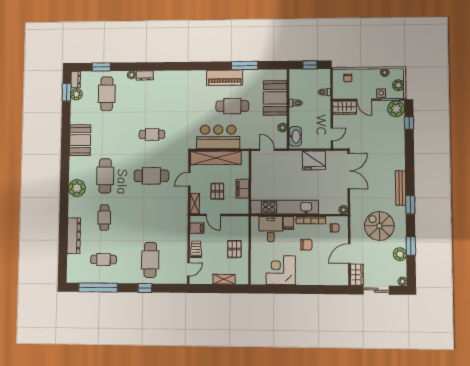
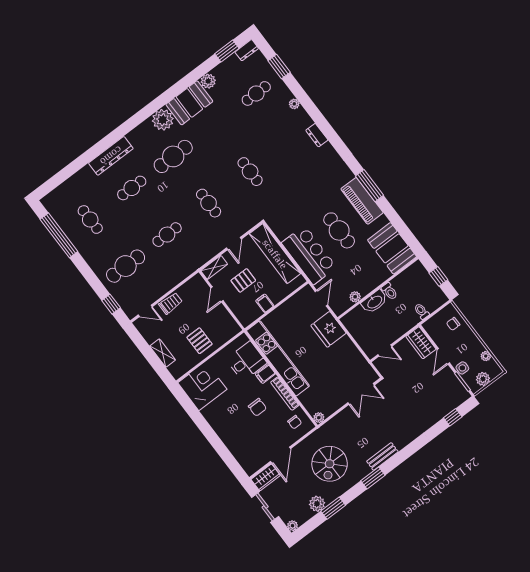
window: (245, 66) -> (369, 186), moved
dresser: (145, 75) -> (317, 135), moved
plant: (76, 94) -> (208, 81), moved
cafe table: (107, 94) -> (256, 93), width x0.73, depth x0.74
booth: (275, 98) -> (392, 248), moved, turned 90
plant: (396, 109) -> (458, 394), removed
washbasin: (295, 136) -> (374, 302), moved
bar counter: (218, 137) -> (309, 255), moved
fridge: (314, 160) -> (328, 329), moved
double door: (349, 171) -> (361, 394), width x0.73
cafe table: (151, 176) -> (209, 203), width x0.73, depth x0.74
door: (189, 179) -> (234, 243), swing flipped
plant: (77, 188) -> (163, 120), moved
bench: (401, 188) -> (382, 456), width x0.73
filing cabinet: (242, 189) -> (265, 303), width x0.50
cafe table: (151, 218) -> (167, 235), added
spiral stairs: (379, 226) -> (330, 464), turned 180
filing cabinet: (197, 228) -> (192, 288), removed
dresser: (74, 236) -> (111, 156), moved
pallet: (234, 249) -> (199, 341), turned 90
door: (349, 254) -> (281, 455), swing flipped
corner desk: (281, 270) -> (202, 386), moved
window: (145, 288) -> (111, 304), moved

